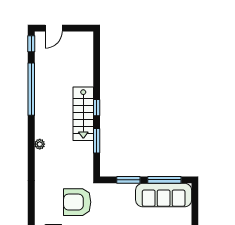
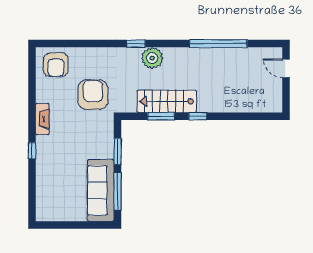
window: (31, 44) -> (136, 44), moved
stairs: (83, 114) -> (167, 101), moved
plant: (40, 144) -> (152, 58), width x1.87, depth x1.87

